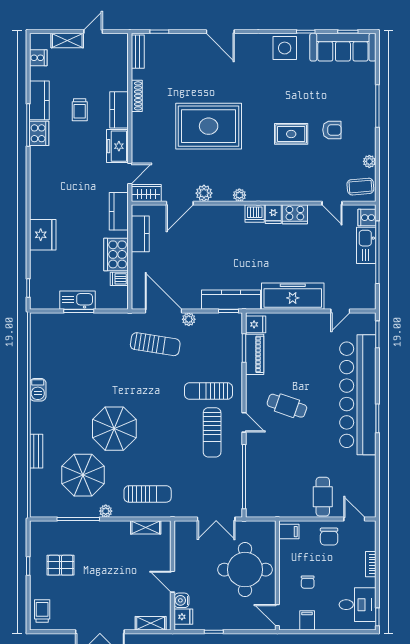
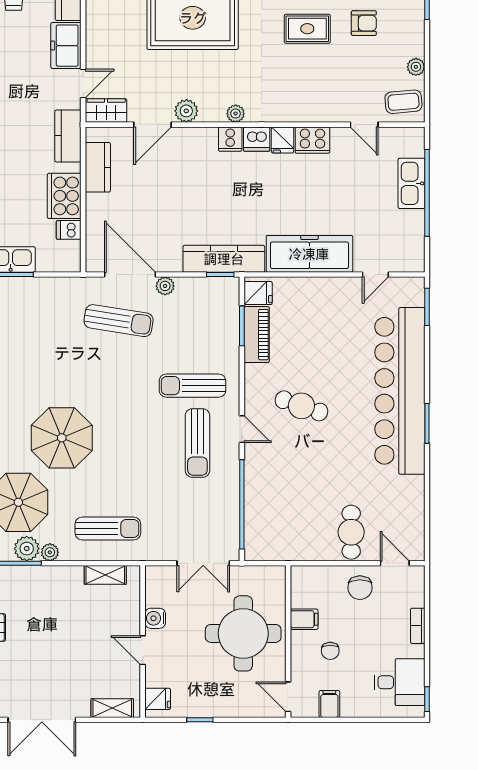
cooker: (367, 218) -> (230, 139), moved, turned -90
plant: (89, 508) -> (27, 549), added
filing cabinet: (289, 532) -> (304, 619), moved
water cooler: (182, 600) -> (155, 618), moved

